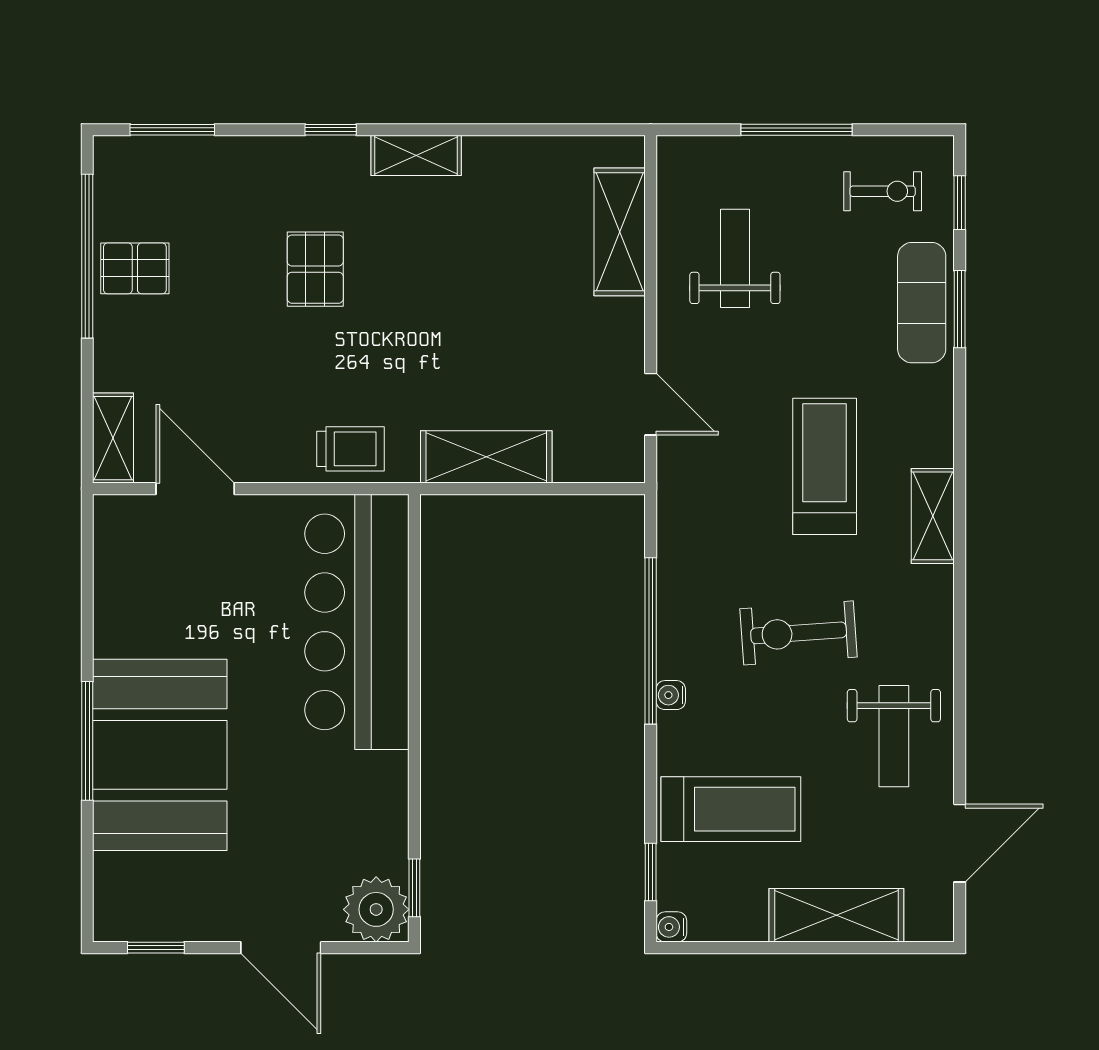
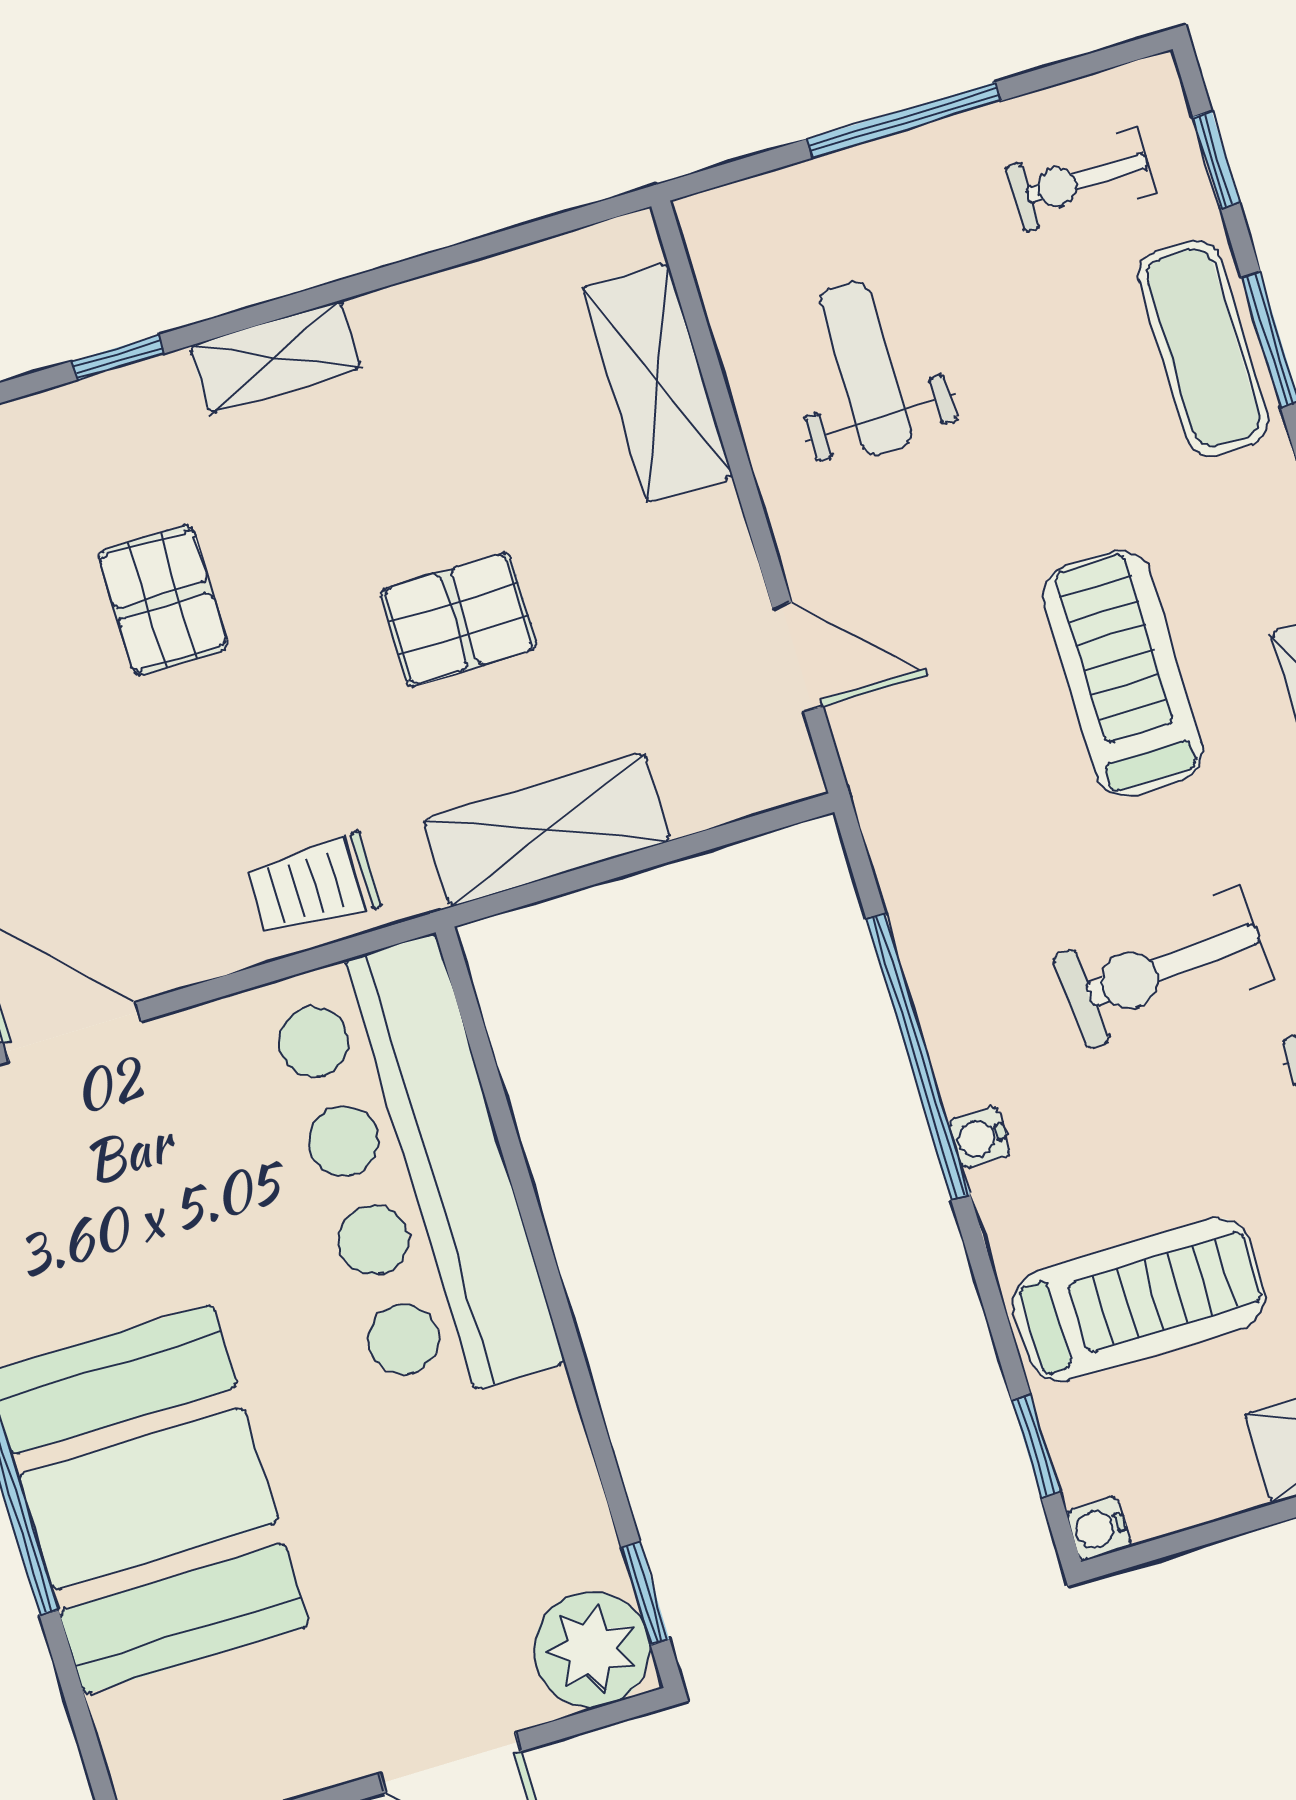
exercise bike: (883, 191) -> (1080, 180), turned 180
pallet: (473, 328) -> (459, 619), added
trolley: (350, 449) -> (314, 886), turned 180

